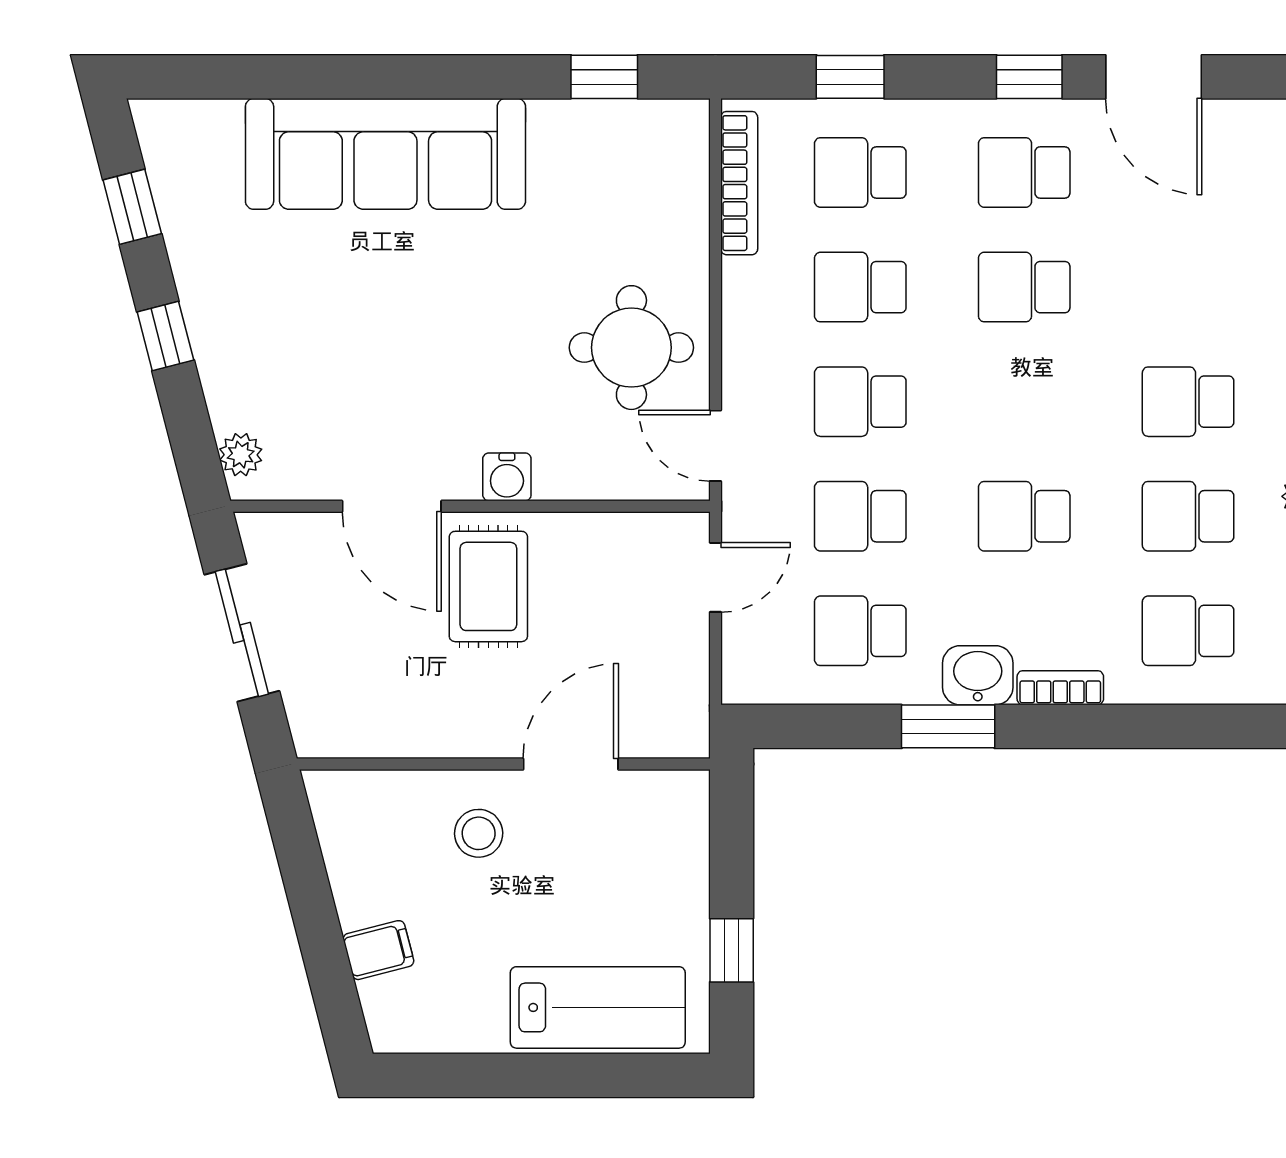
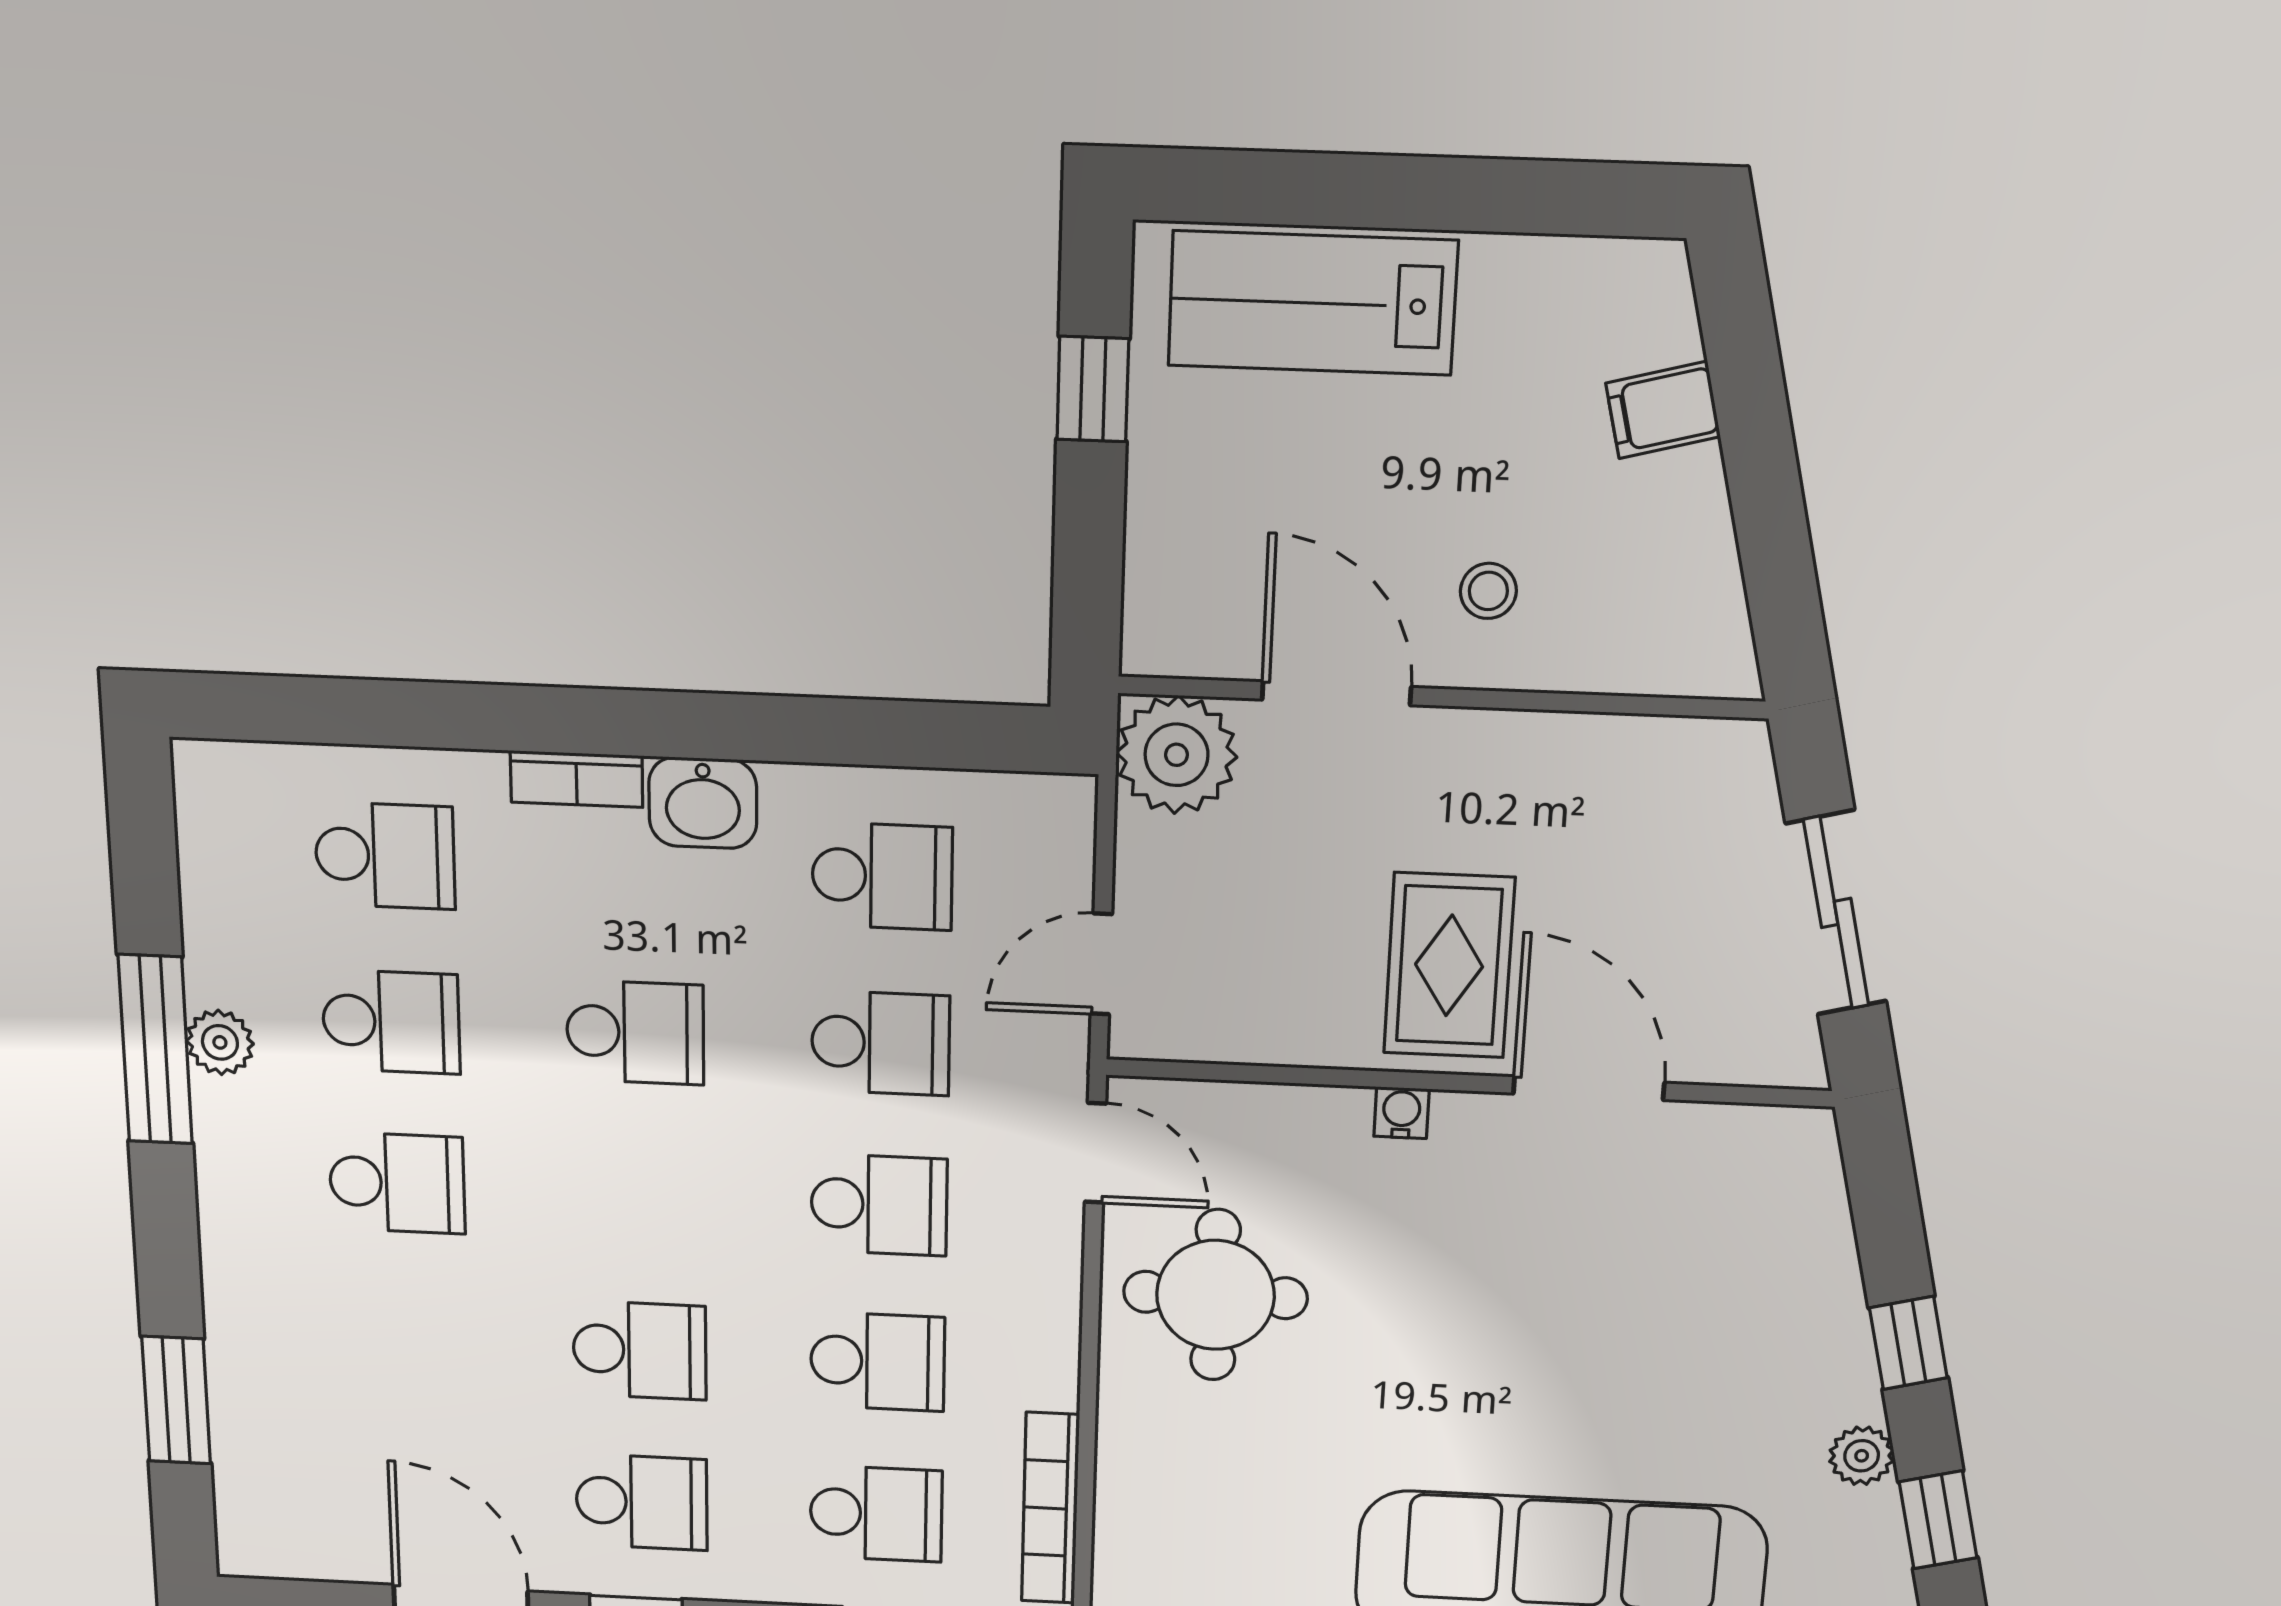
plant: (241, 455) -> (1862, 1456), moved
water cooler: (507, 477) -> (1401, 1113), width x0.72, depth x0.72
plant: (671, 720) -> (1176, 755), added
window: (948, 726) -> (748, 727), removed
door: (571, 764) -> (1336, 693), swing flipped
stool: (479, 833) -> (1488, 591), width x0.73, depth x0.73

